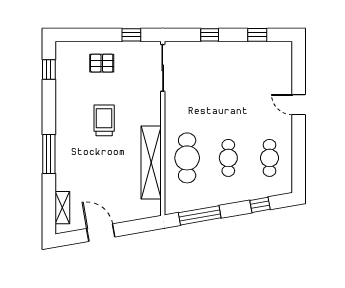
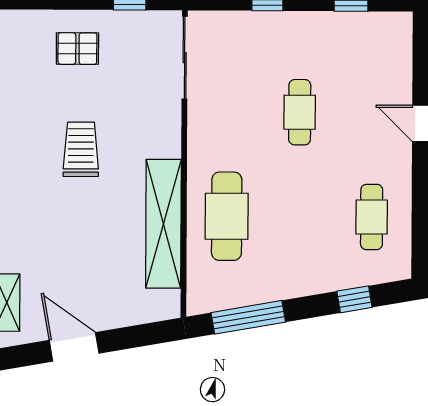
cafe table: (228, 158) -> (300, 112), moved

